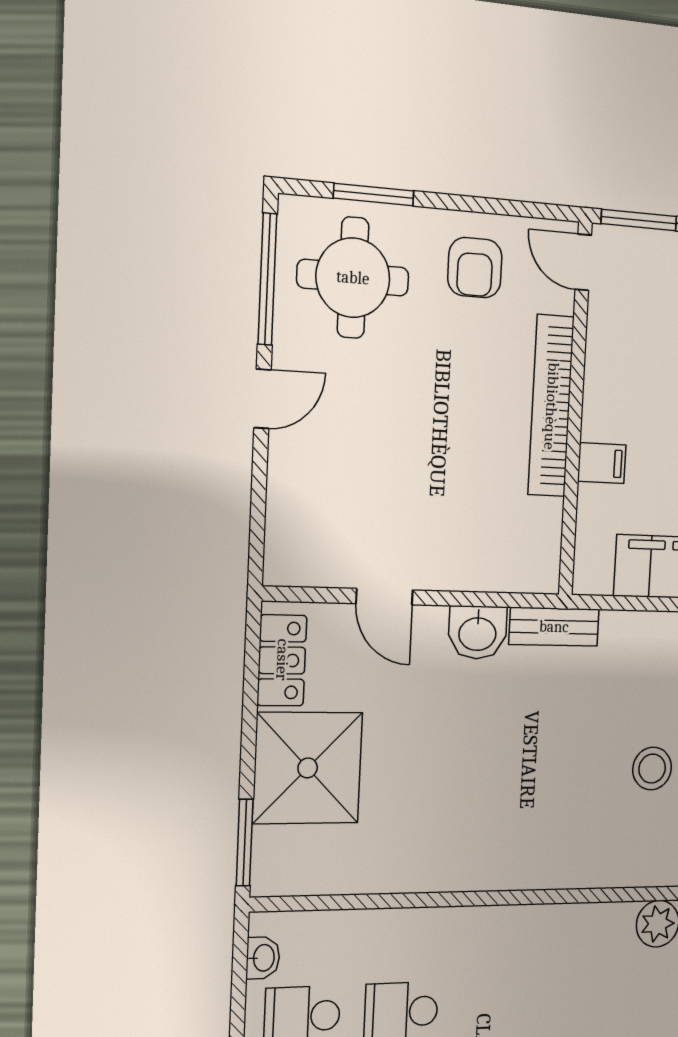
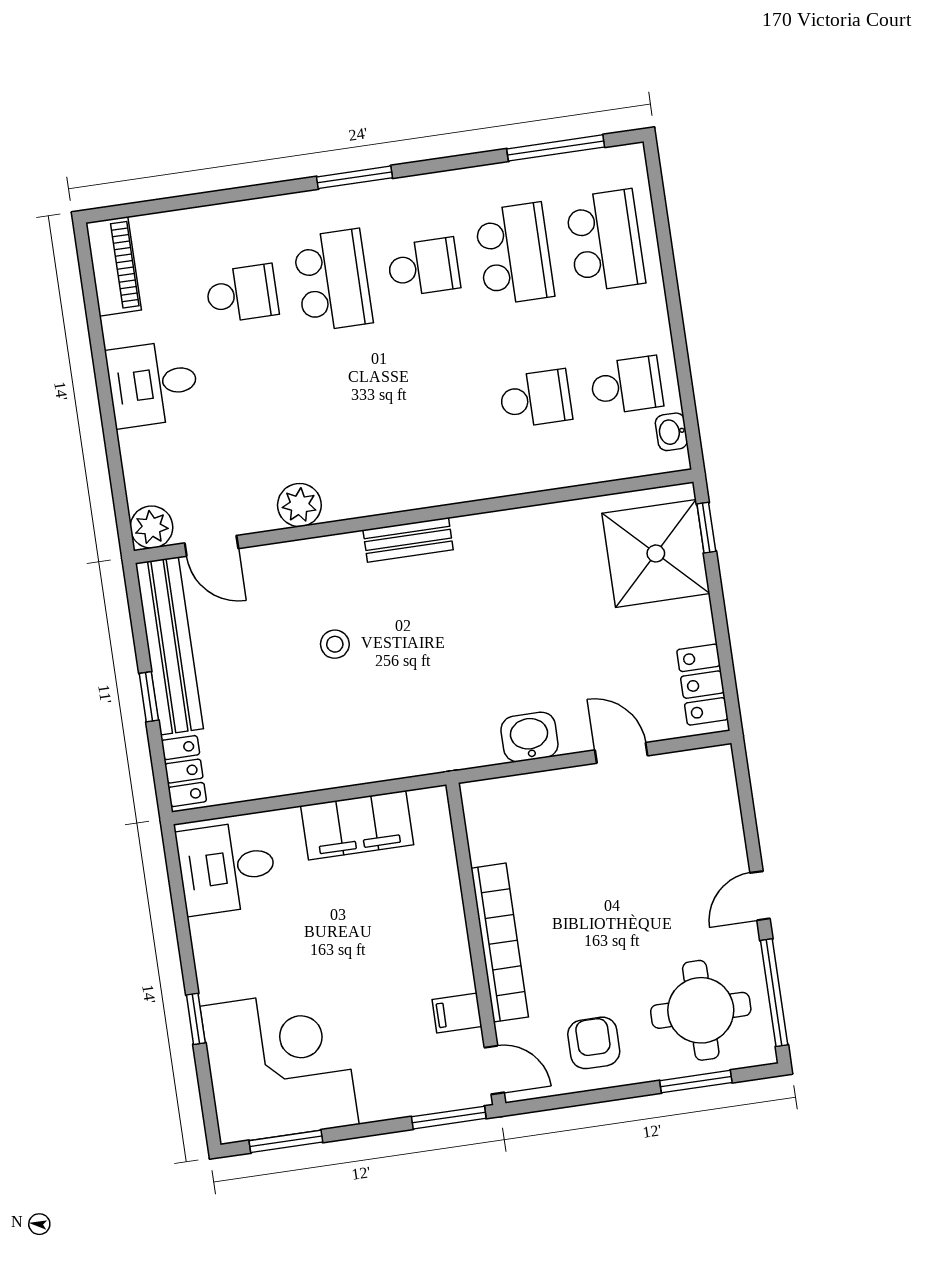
filing cabinet: (602, 463) -> (457, 1013), moved
bench: (554, 627) -> (408, 540), moved
shower: (308, 768) -> (656, 553), moved
stool: (652, 769) -> (335, 644), width x0.73, depth x0.73
window: (245, 842) -> (706, 528), width x0.67

